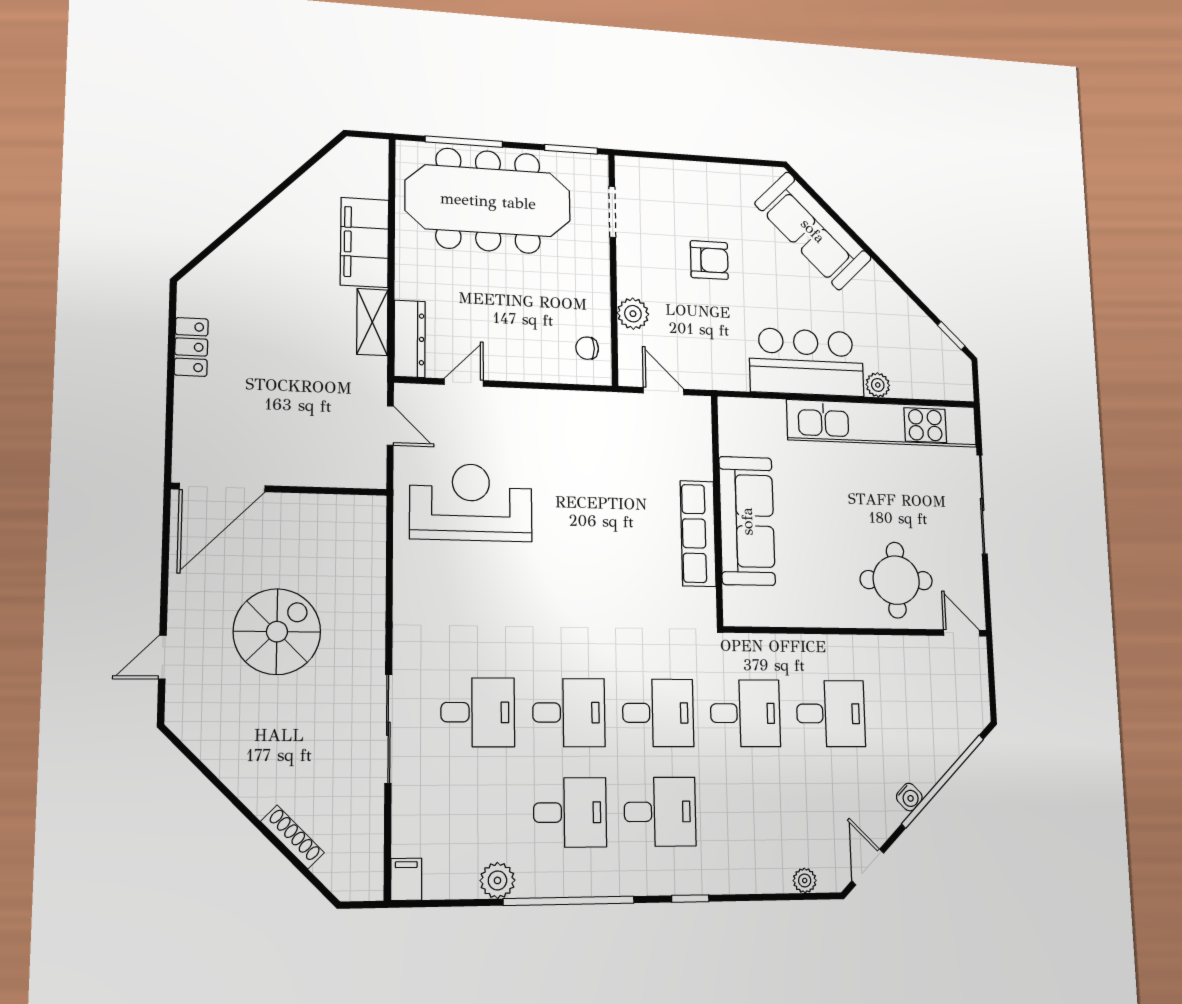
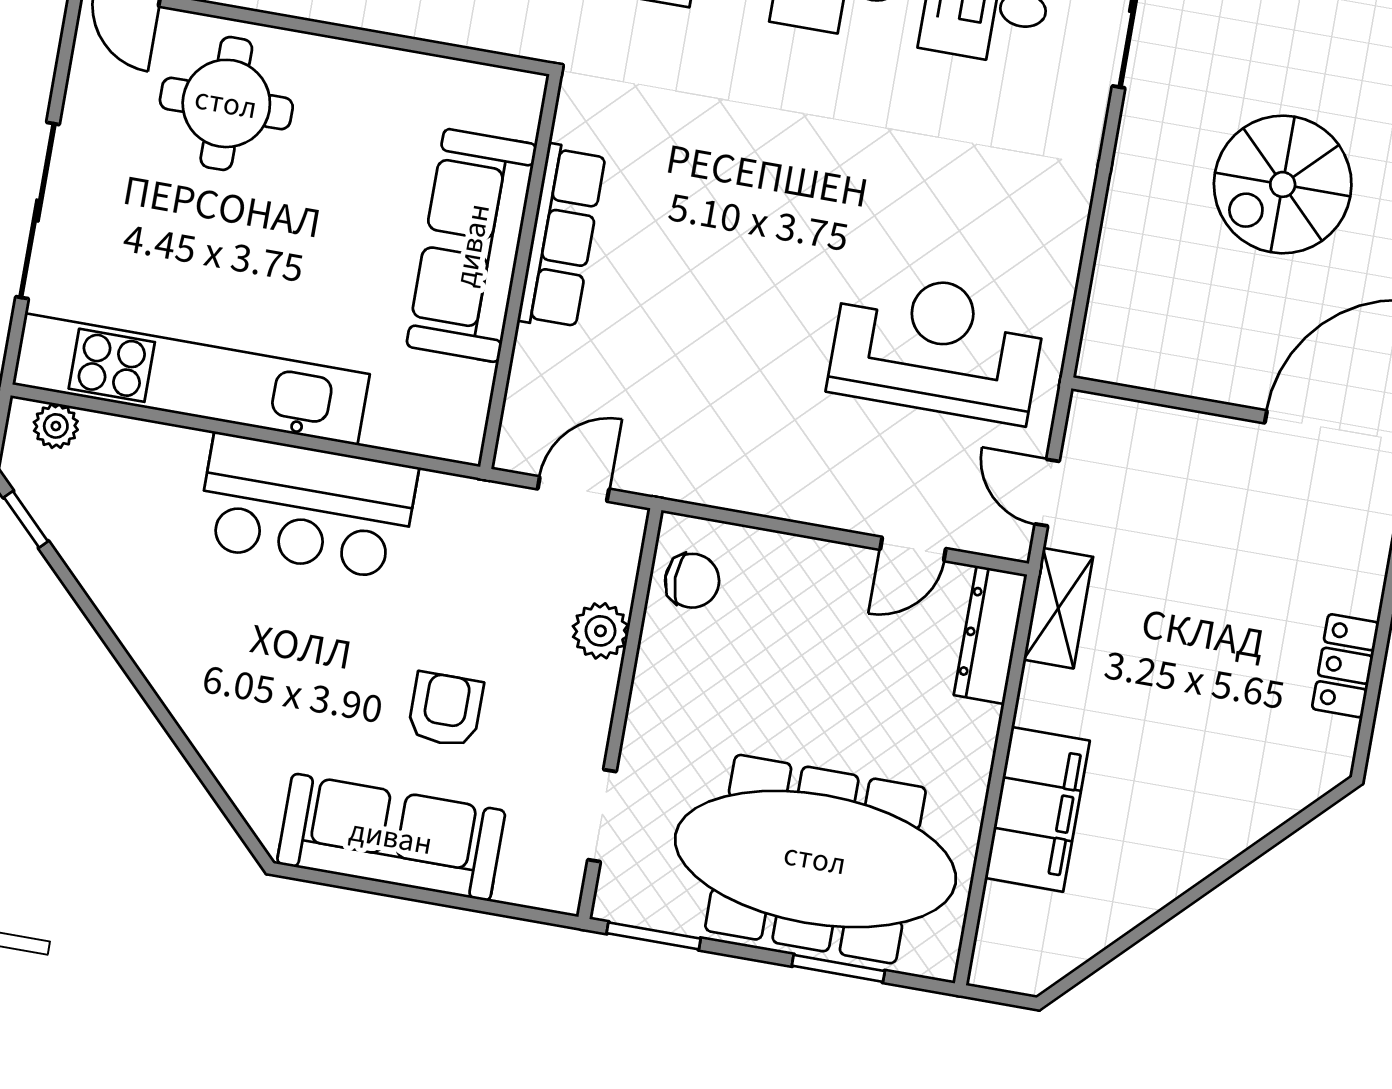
window: (464, 142) -> (838, 968), width x0.69
sofa: (813, 231) -> (391, 837), moved, turned -45
armchair: (709, 260) -> (445, 710), turned 90
shelving: (372, 322) -> (1058, 608), moved
chair: (587, 348) -> (692, 581), width x1.37, depth x1.37
plant: (878, 385) -> (56, 426), moved
door: (663, 391) -> (573, 489), swing flipped
reception desk: (471, 502) -> (937, 346), turned 180

